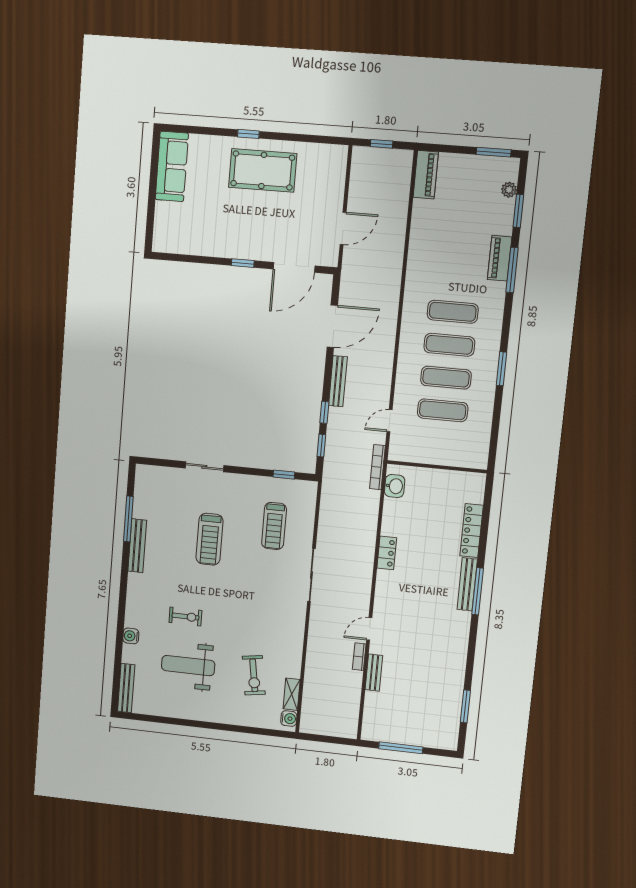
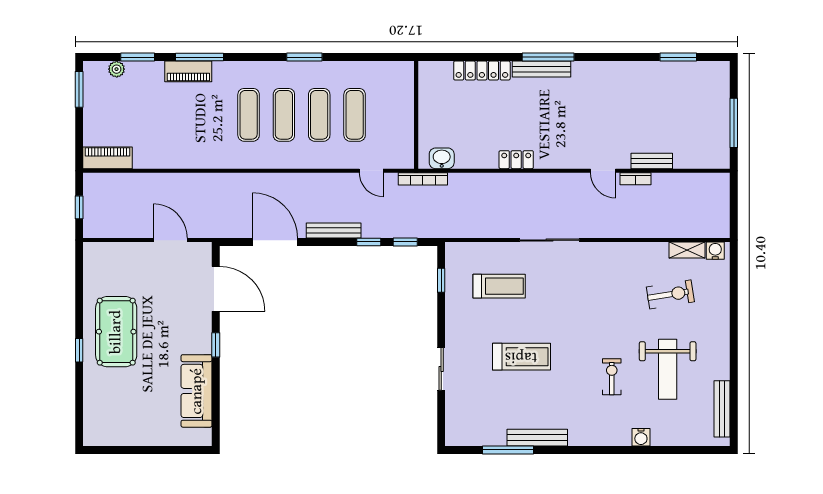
sofa: (172, 166) -> (197, 391), moved, turned -90
bench: (126, 688) -> (722, 409), moved, turned 90

